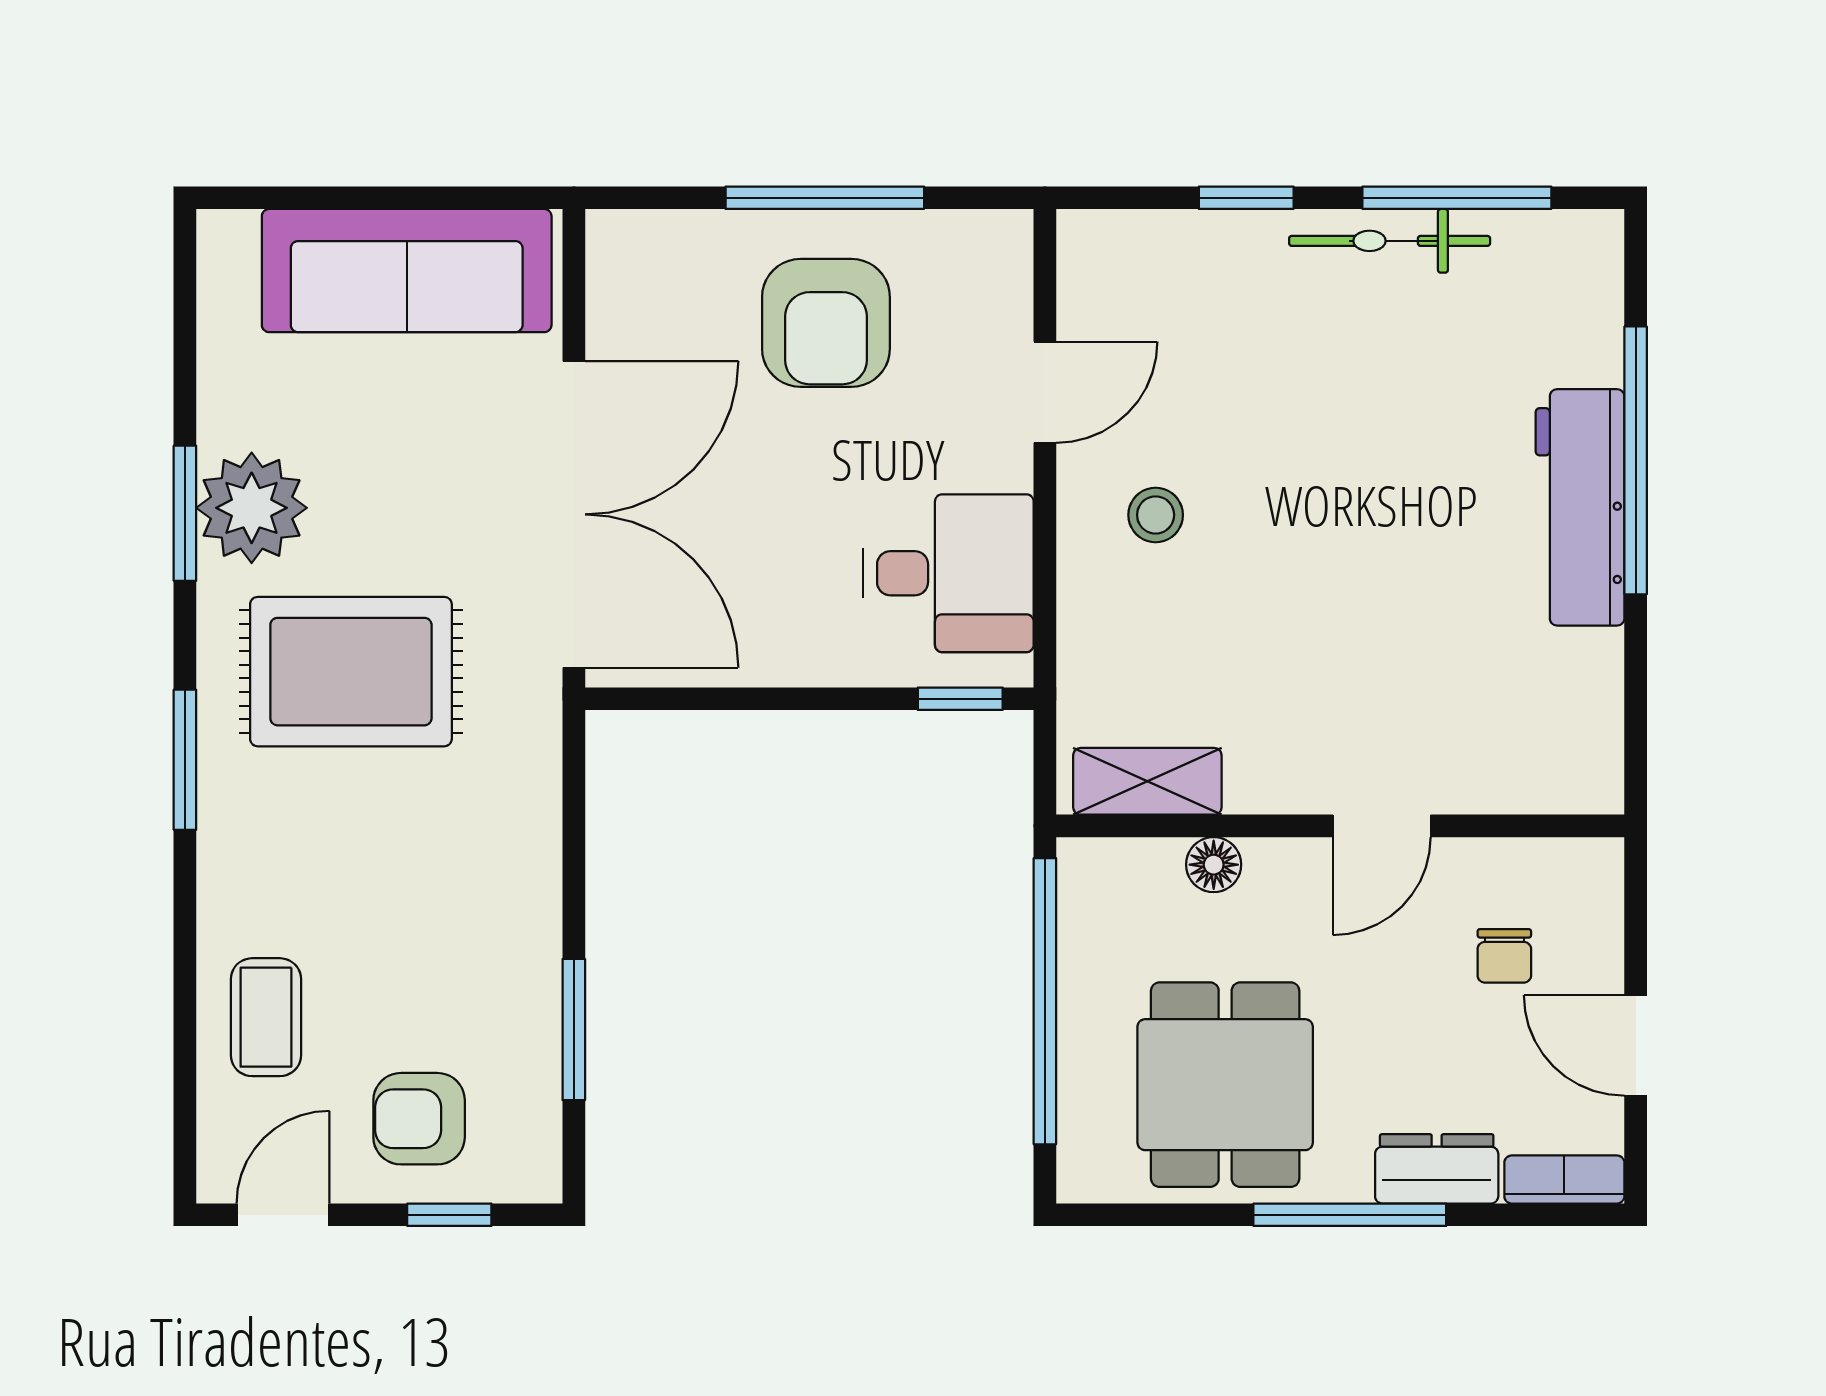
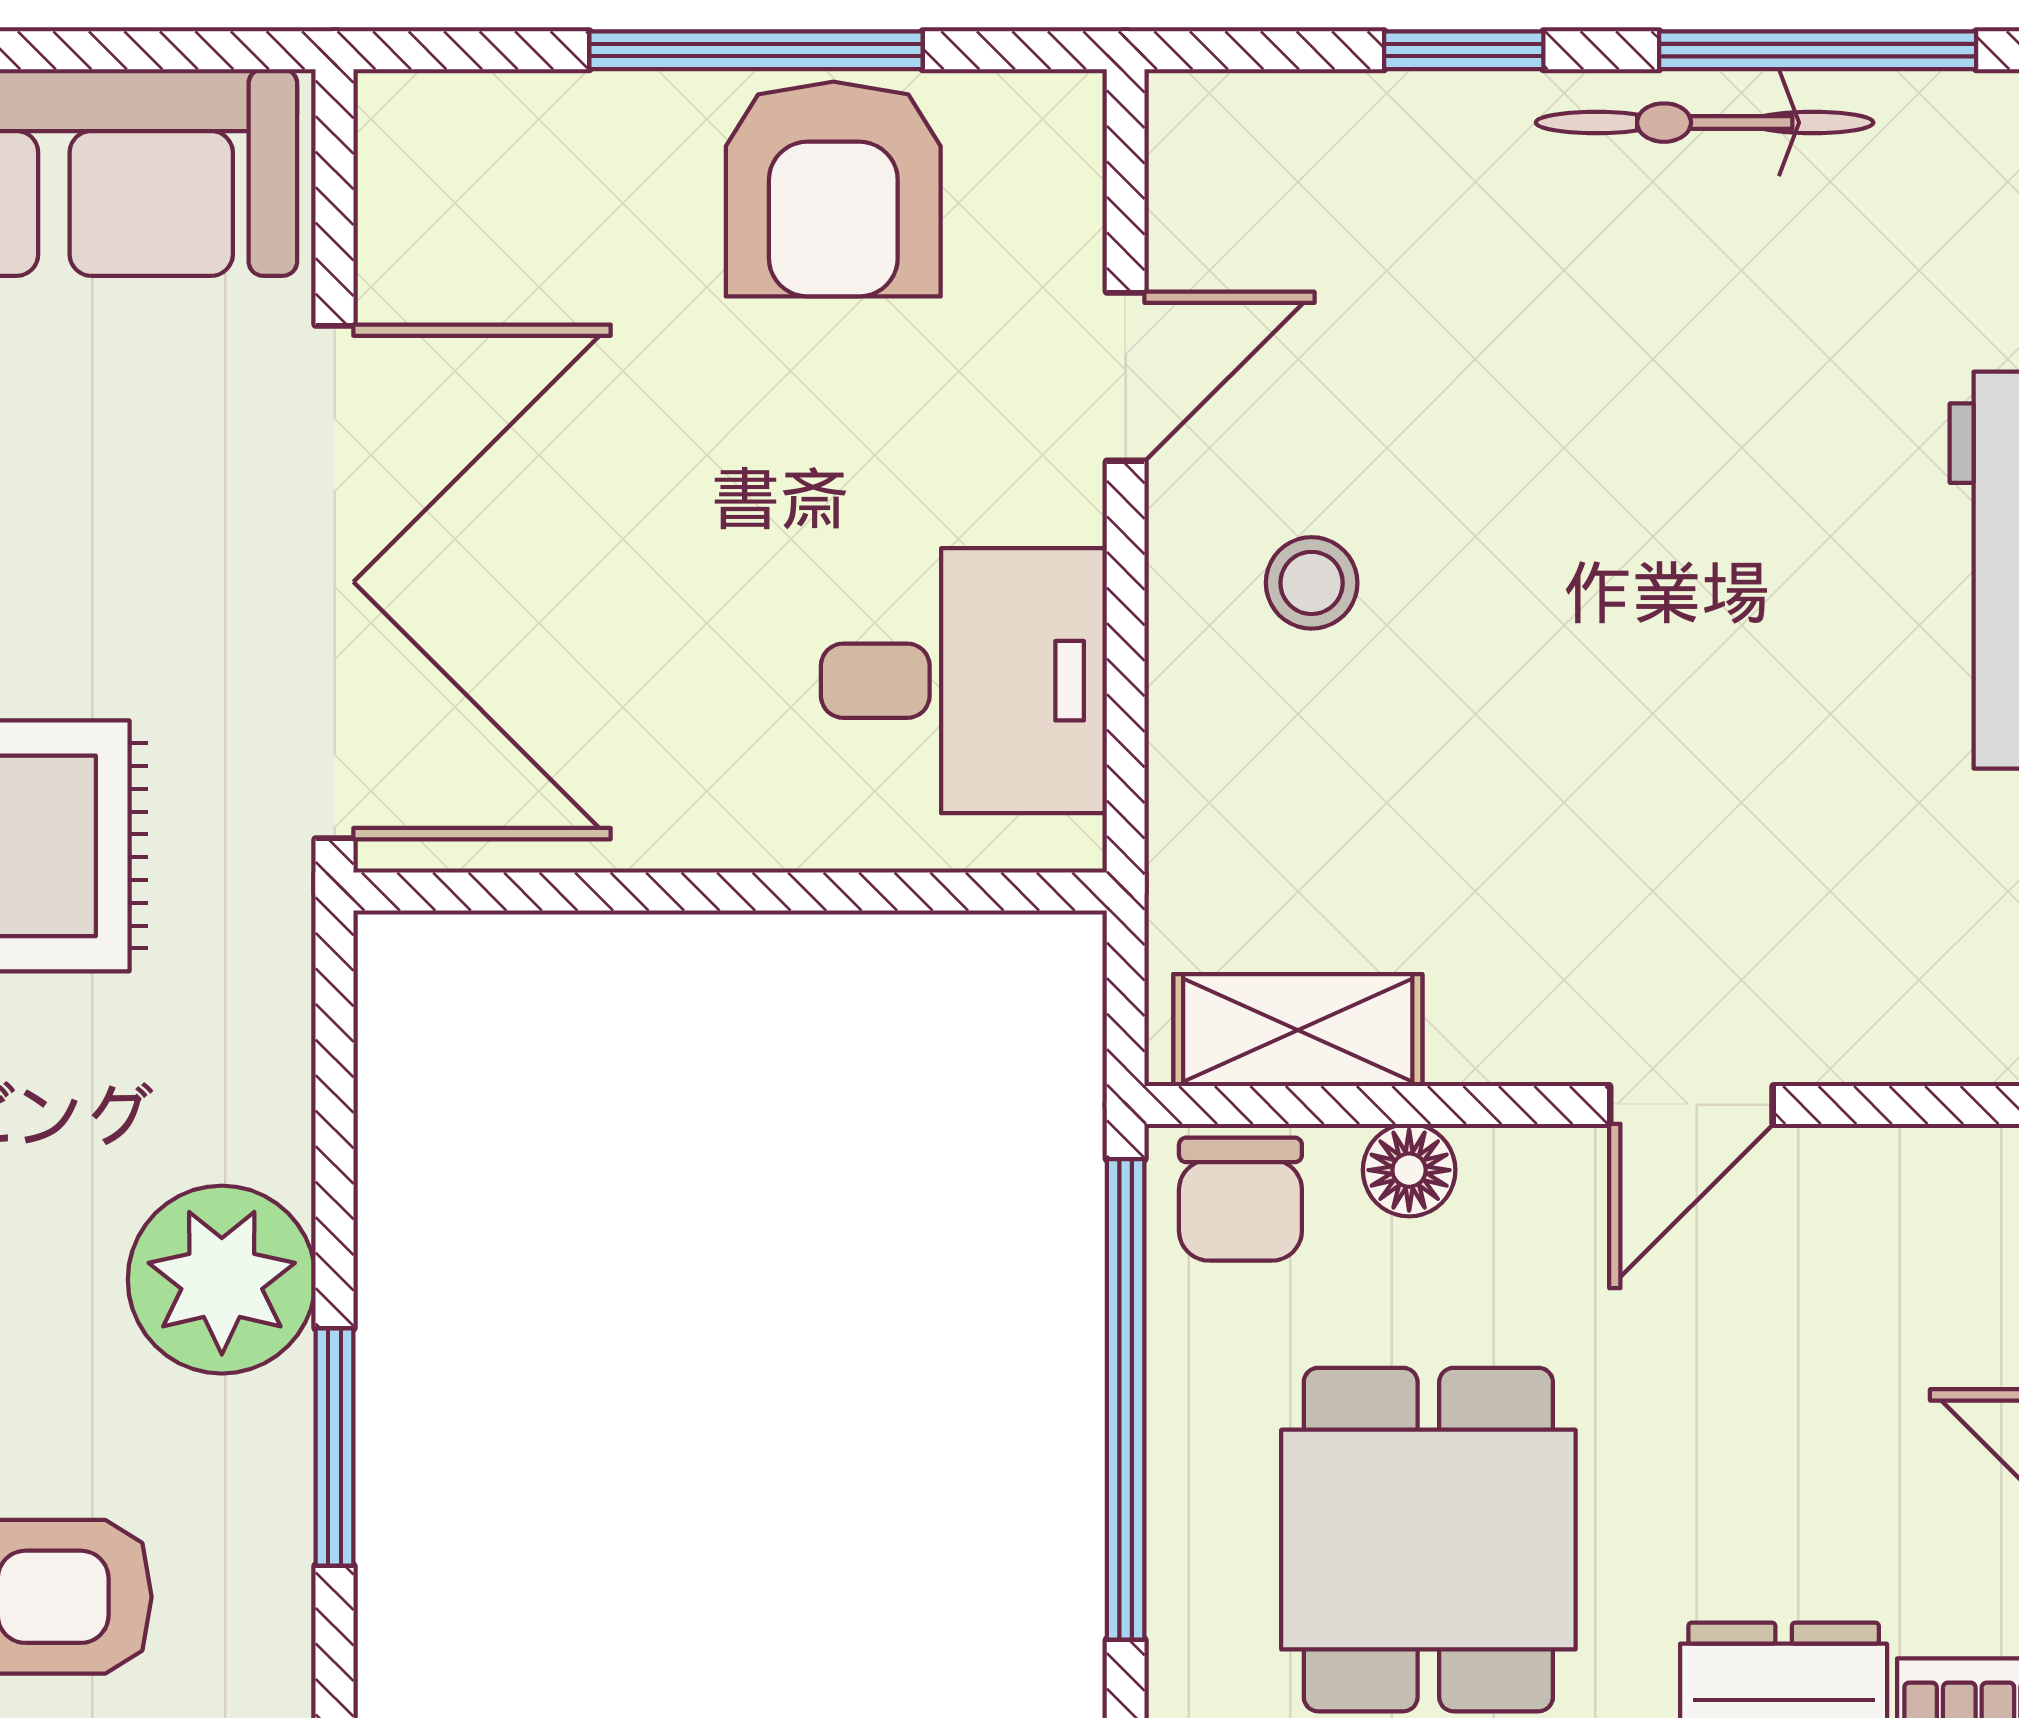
armchair: (826, 323) -> (833, 189), moved
window: (960, 699) -> (984, 892), removed
plant: (507, 930) -> (222, 1280), added
chair: (1504, 956) -> (1240, 1199), moved, width x1.37, depth x1.37

